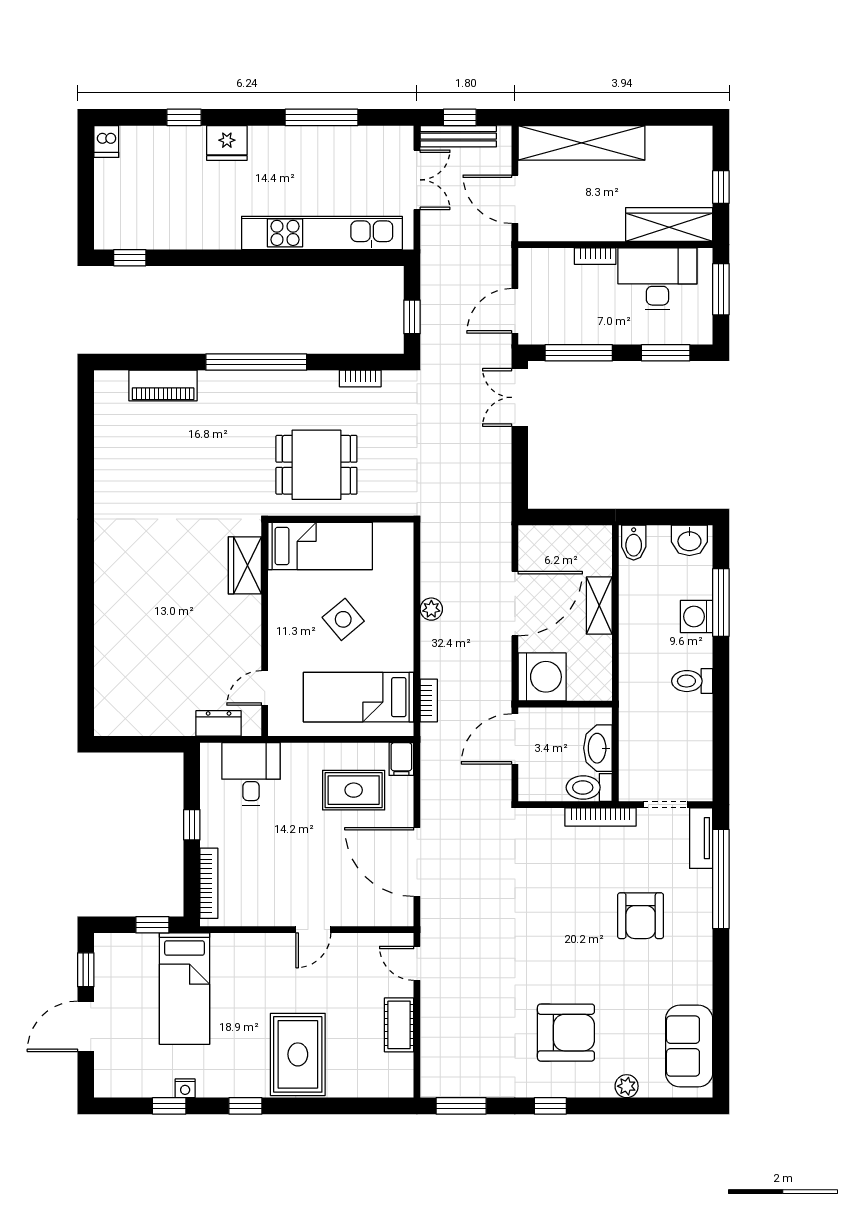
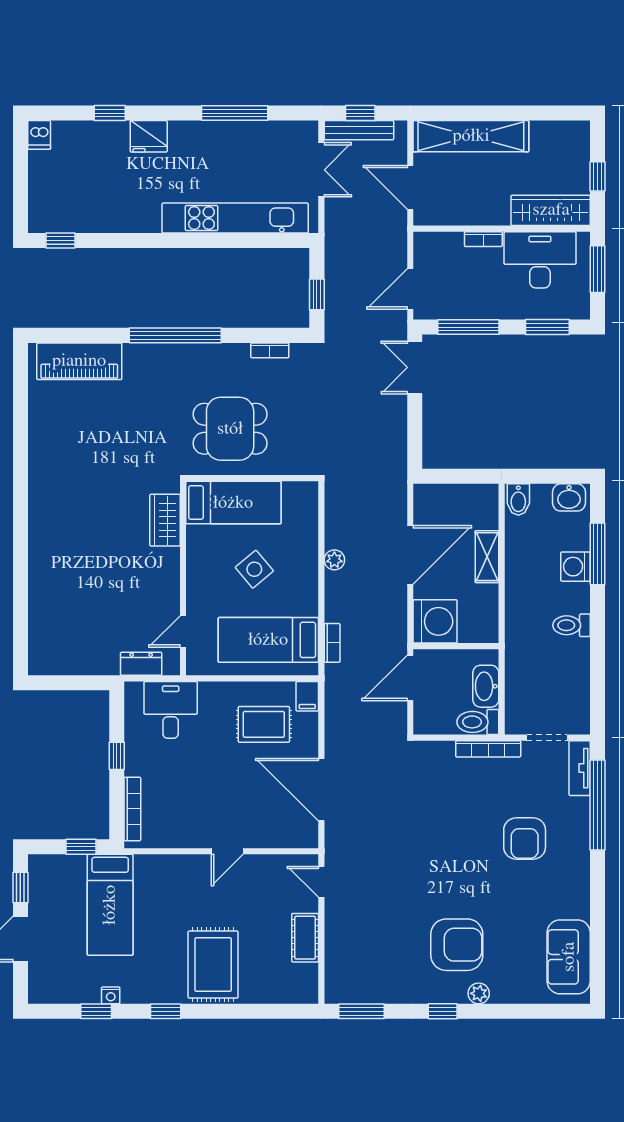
piano: (163, 386) -> (79, 361), width x1.37, depth x1.33
plant: (627, 1086) -> (479, 993), moved

